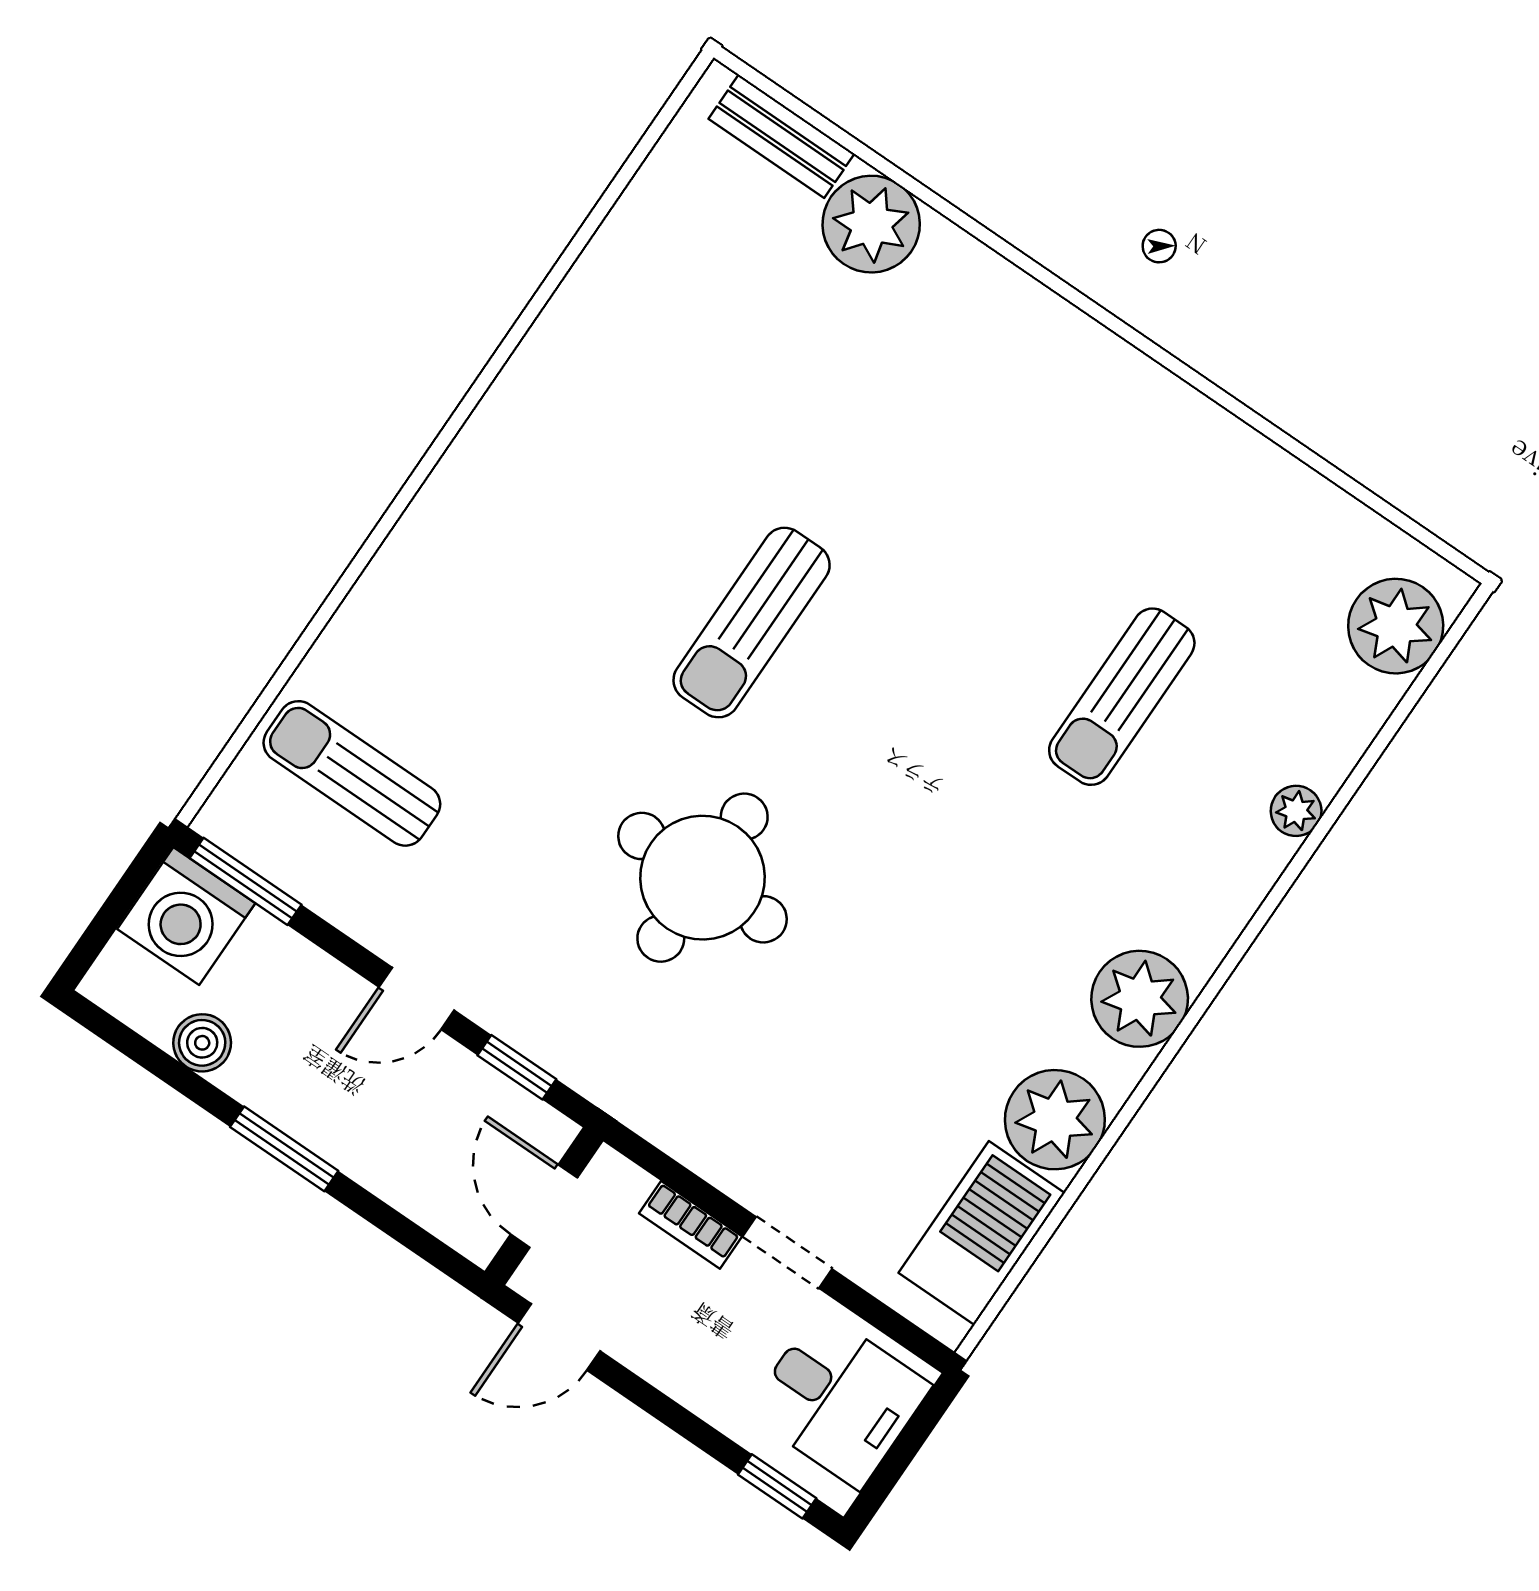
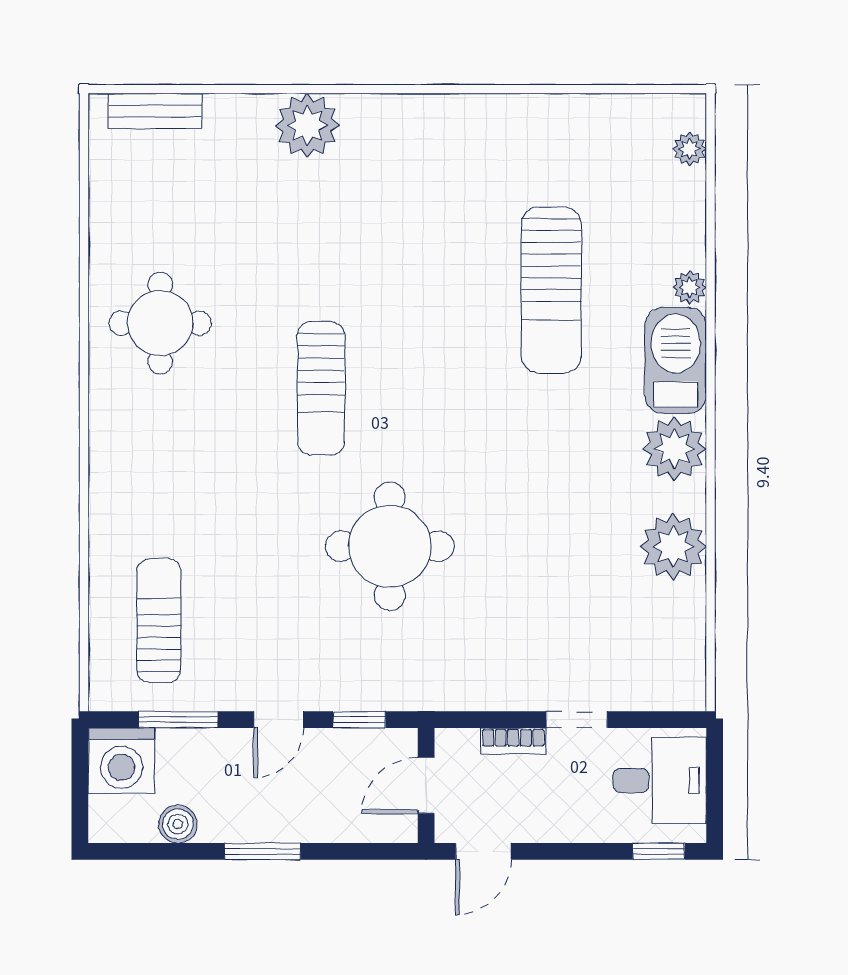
plant: (871, 224) -> (307, 125), moved
round table: (607, 405) -> (160, 323), added
plant: (1396, 626) -> (689, 149), width x0.53, depth x0.53
sun lounger: (1122, 697) -> (551, 290), width x1.36, depth x1.34
sun lounger: (352, 773) -> (159, 621), turned 90
window: (246, 881) -> (178, 720), moved
door: (544, 1206) -> (426, 785), hinge flipped
barbecue: (982, 1233) -> (676, 360), moved

